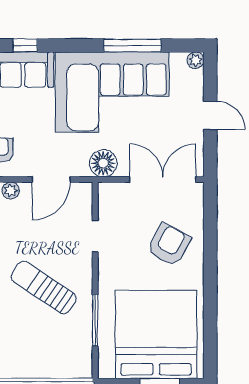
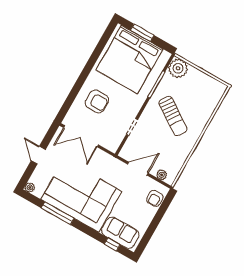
floor lamp: (103, 163) -> (107, 162), removed
armchair: (169, 245) -> (97, 101), turned -119
plant: (76, 362) -> (178, 68), added

